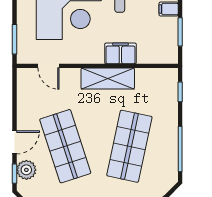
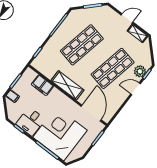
filing cabinet: (120, 53) -> (42, 85), moved
door: (48, 66) -> (91, 113), width x1.88
shop shelf: (65, 146) -> (113, 68), turned 30

